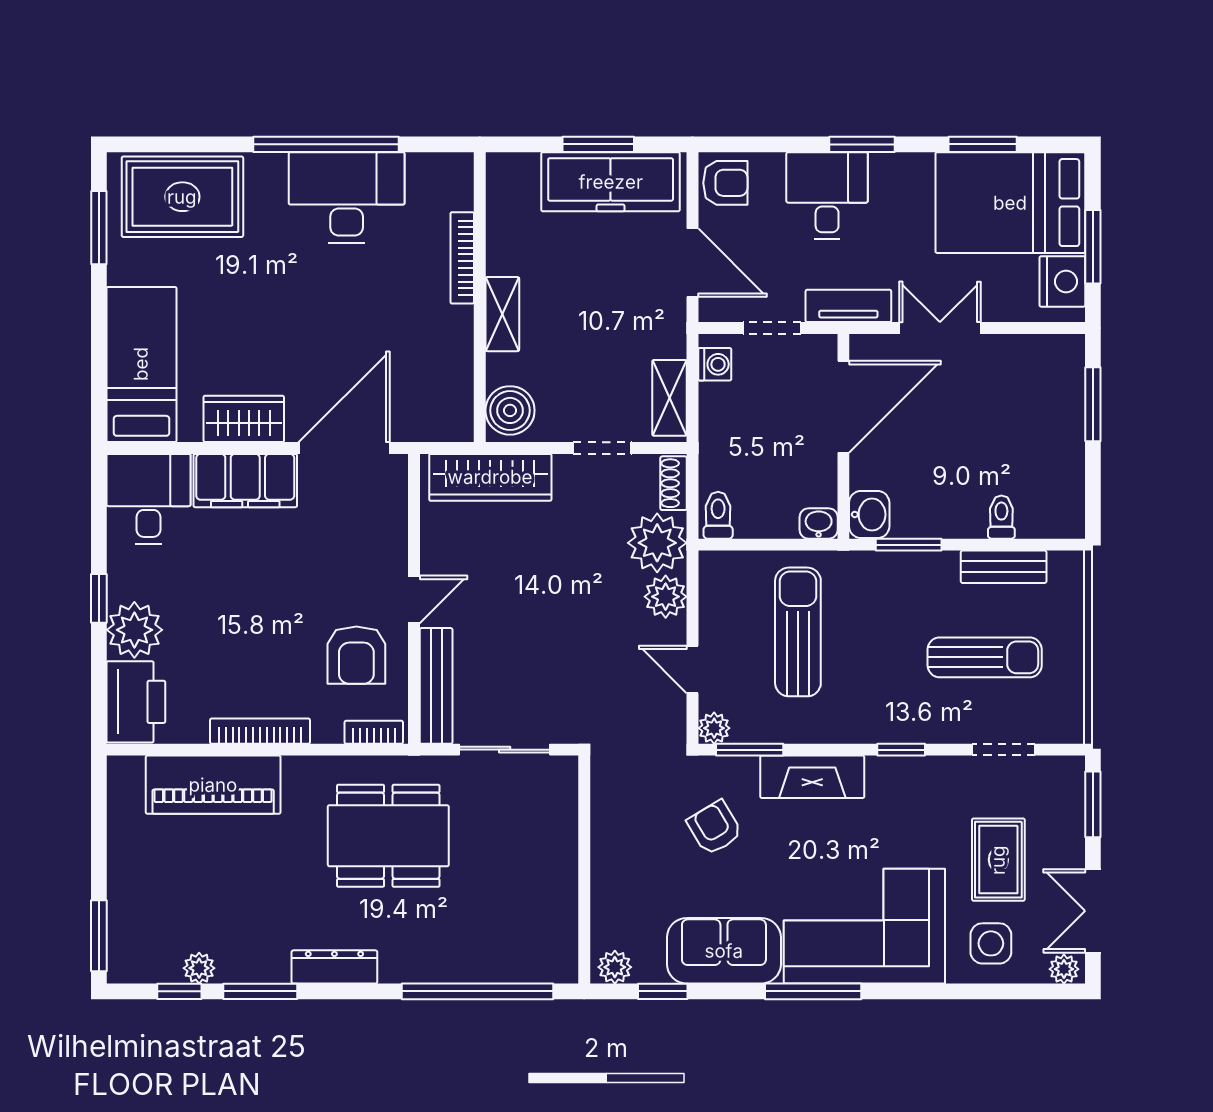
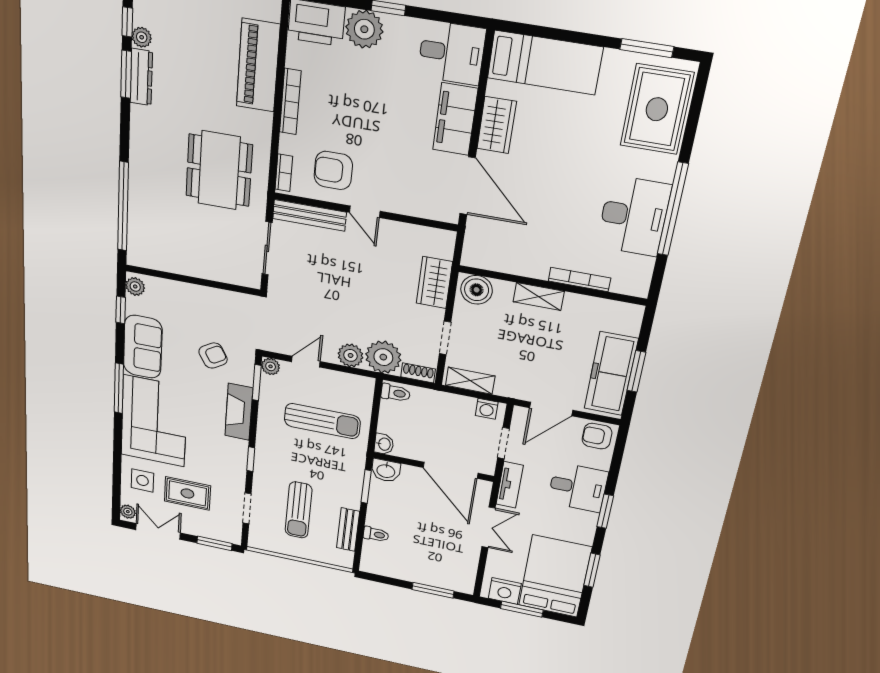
armchair: (725, 183) -> (597, 436), turned 90
wardrobe: (490, 477) -> (434, 282), width x0.67
dresser: (334, 967) -> (141, 77), moved

